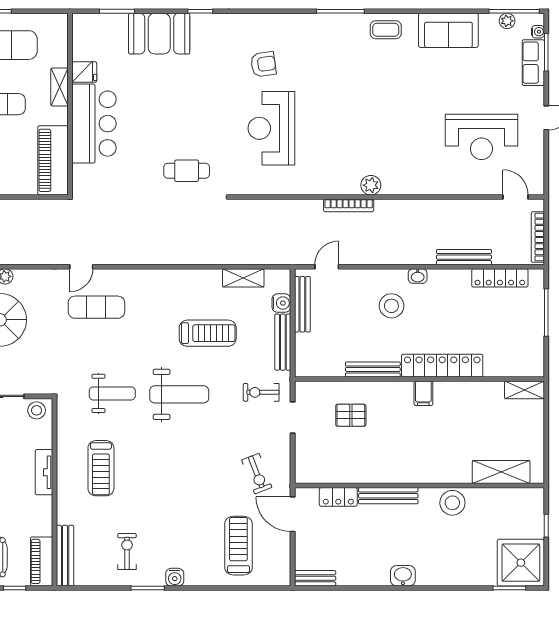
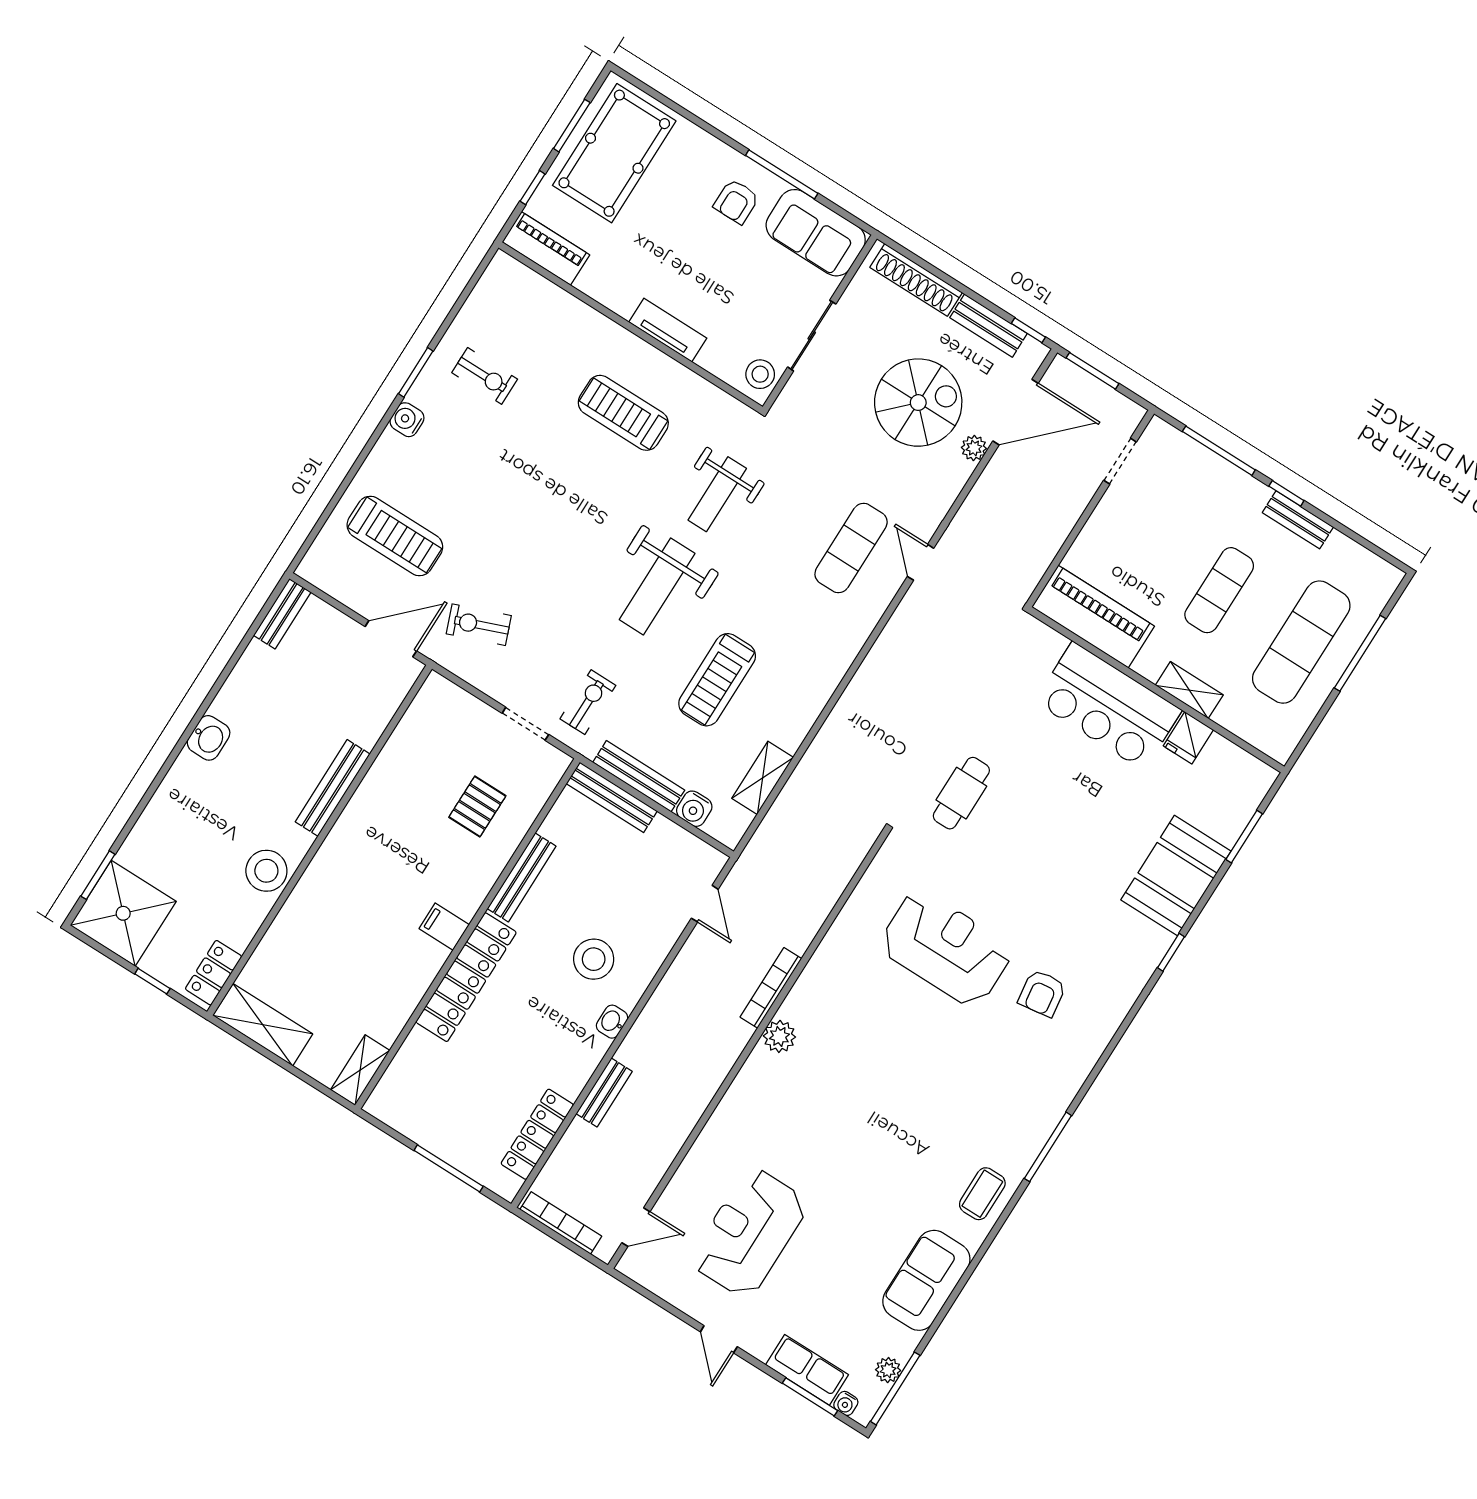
bench: (464, 257) -> (604, 1093), width x0.73
bench: (302, 304) -> (612, 797), moved
shelving: (501, 472) -> (263, 1025), moved, turned 90
locker: (338, 497) -> (214, 973), moved
bench: (65, 556) -> (533, 286), removed

